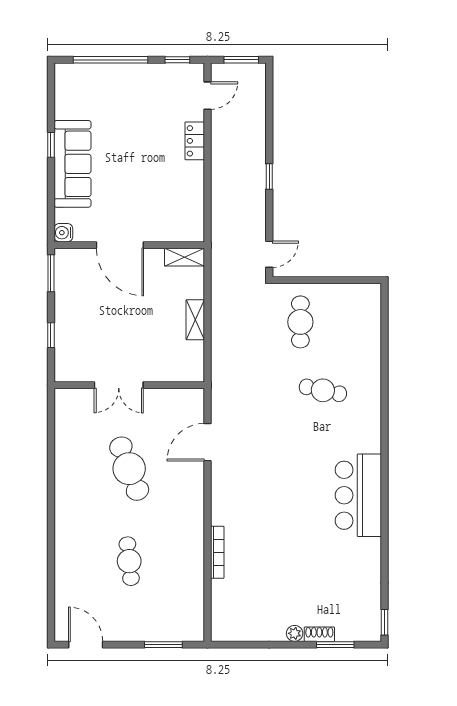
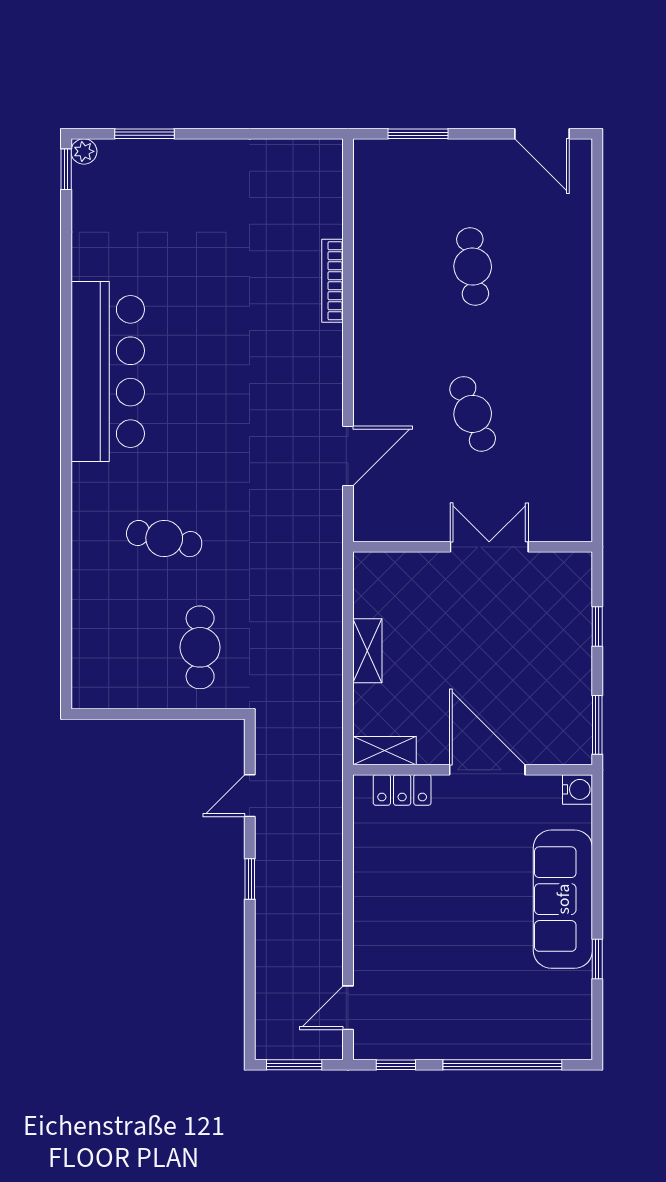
locker: (195, 141) -> (402, 790), moved, turned 90
window: (51, 145) -> (597, 959), moved
door: (269, 254) -> (250, 796), moved
cafe table: (129, 469) -> (473, 414), width x0.73, depth x0.74
bar counter: (358, 495) -> (108, 371), width x1.36
plant: (295, 633) -> (84, 151), moved
shoe rack: (319, 634) -> (170, 150), removed

